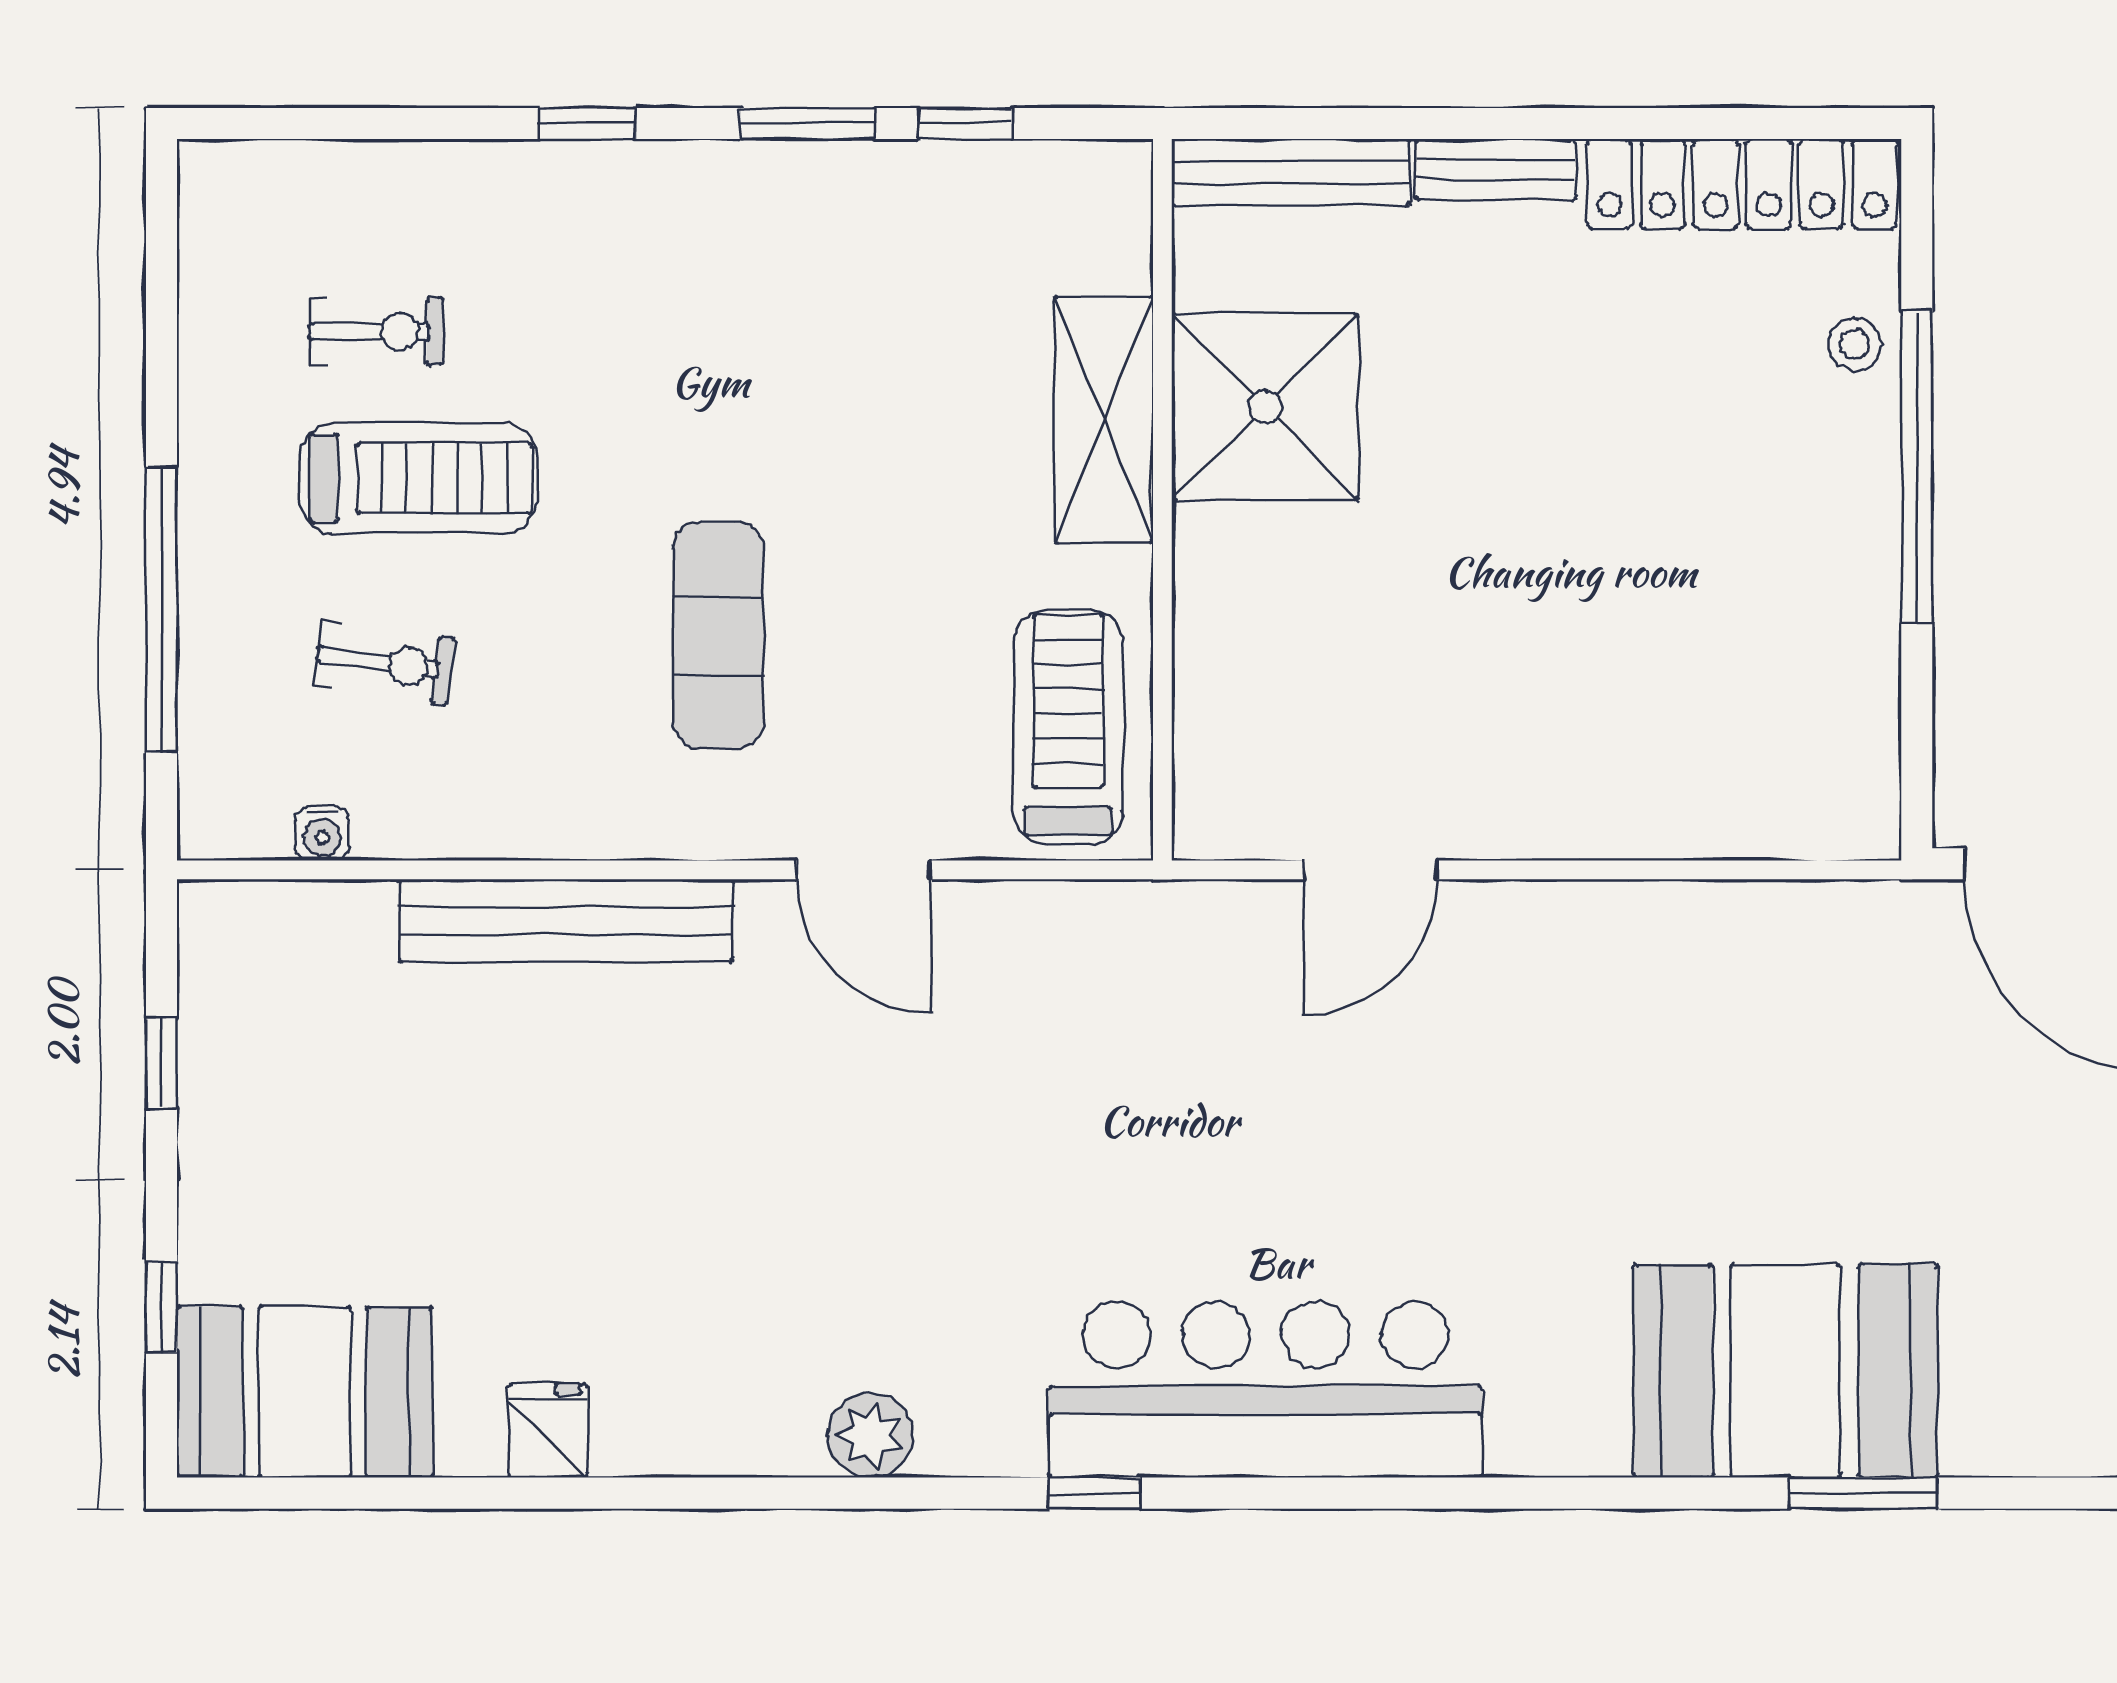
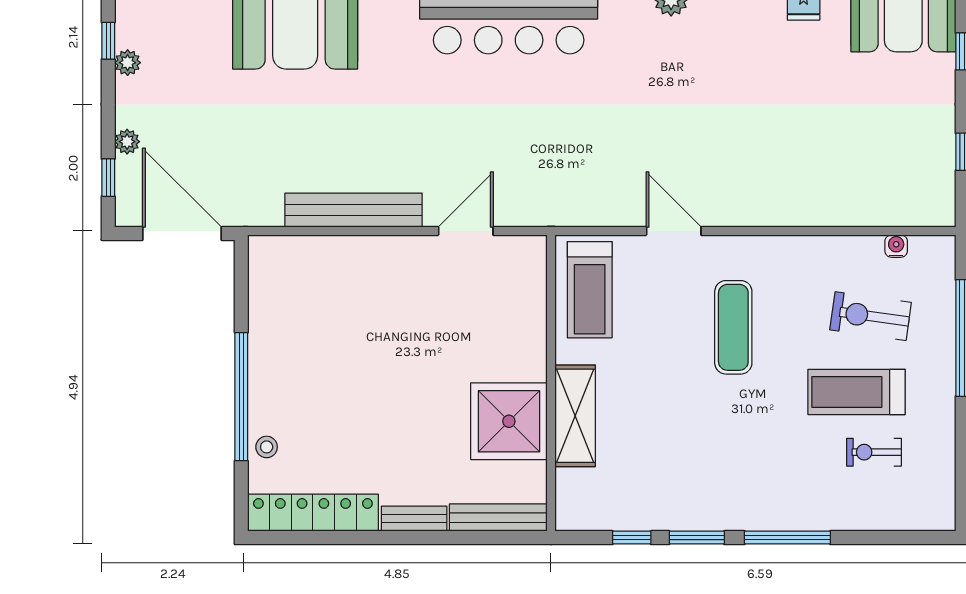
window: (587, 123) -> (787, 538), width x2.17
exercise bike: (384, 663) -> (871, 316), width x1.38, depth x1.39
bench: (567, 921) -> (354, 210), moved

